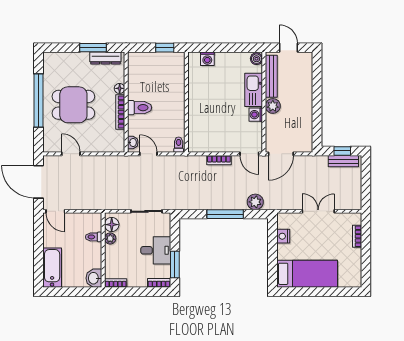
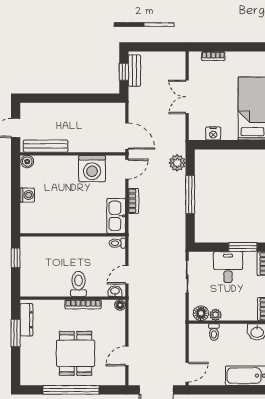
washing machine: (207, 59) -> (27, 195), moved
floor lamp: (120, 88) -> (120, 305), moved
kitchen sink: (254, 90) -> (116, 216), moved, turned 90
plant: (273, 106) -> (77, 144), removed
washing machine: (256, 115) -> (92, 169), width x1.89, depth x1.89

